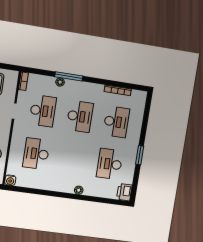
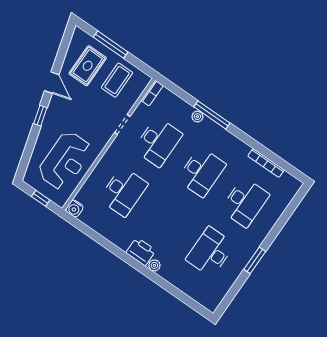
desk: (36, 154) -> (123, 191), turned 180
printer: (124, 192) -> (141, 251), moved, turned 90

